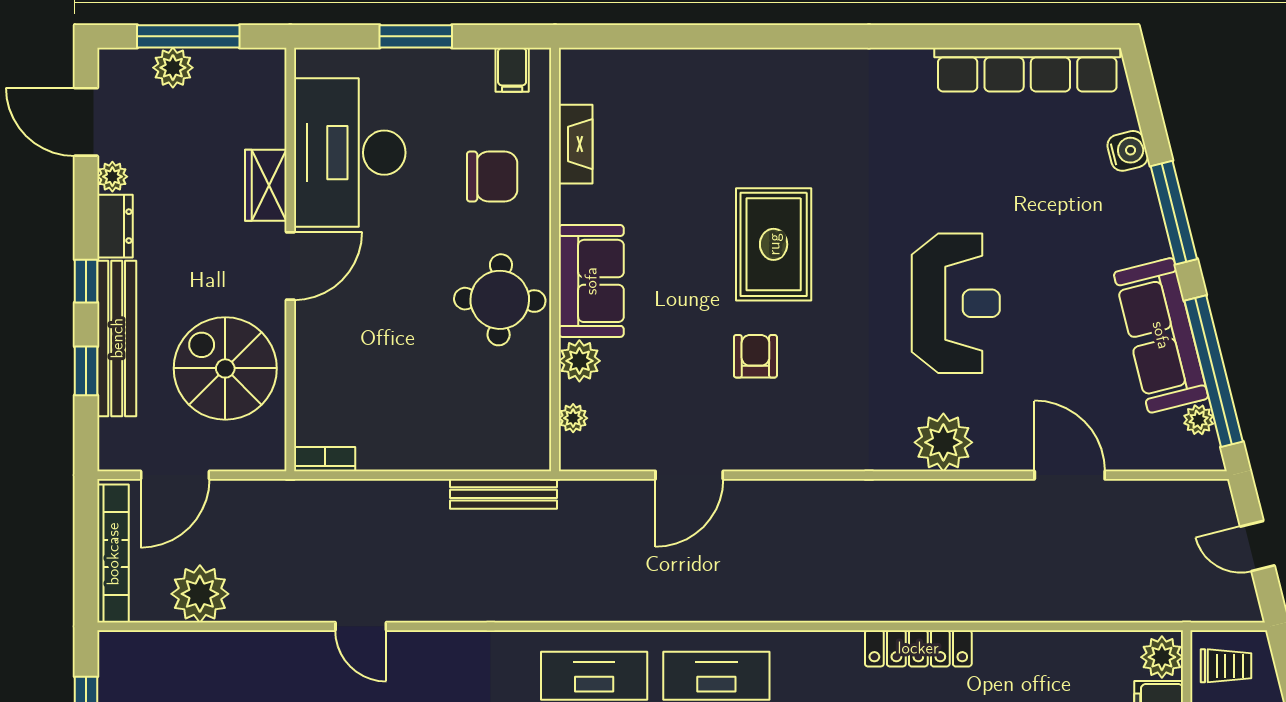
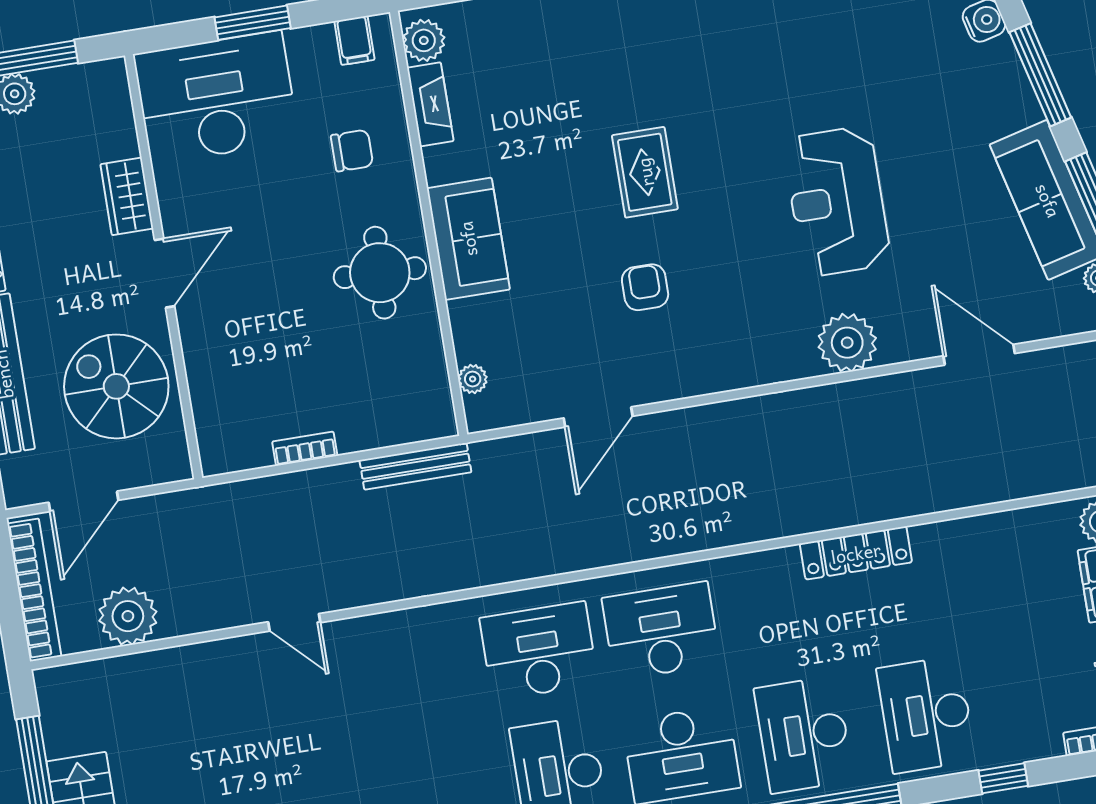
desk: (350, 153) -> (216, 98), moved, turned 90
chair: (492, 177) -> (352, 150), width x0.73, depth x0.73
rug: (774, 244) -> (645, 172), width x0.73, depth x0.70
reception desk: (956, 303) -> (837, 201), turned 180
plant: (579, 361) -> (424, 40), moved
bookcase: (325, 459) -> (305, 449), moved

